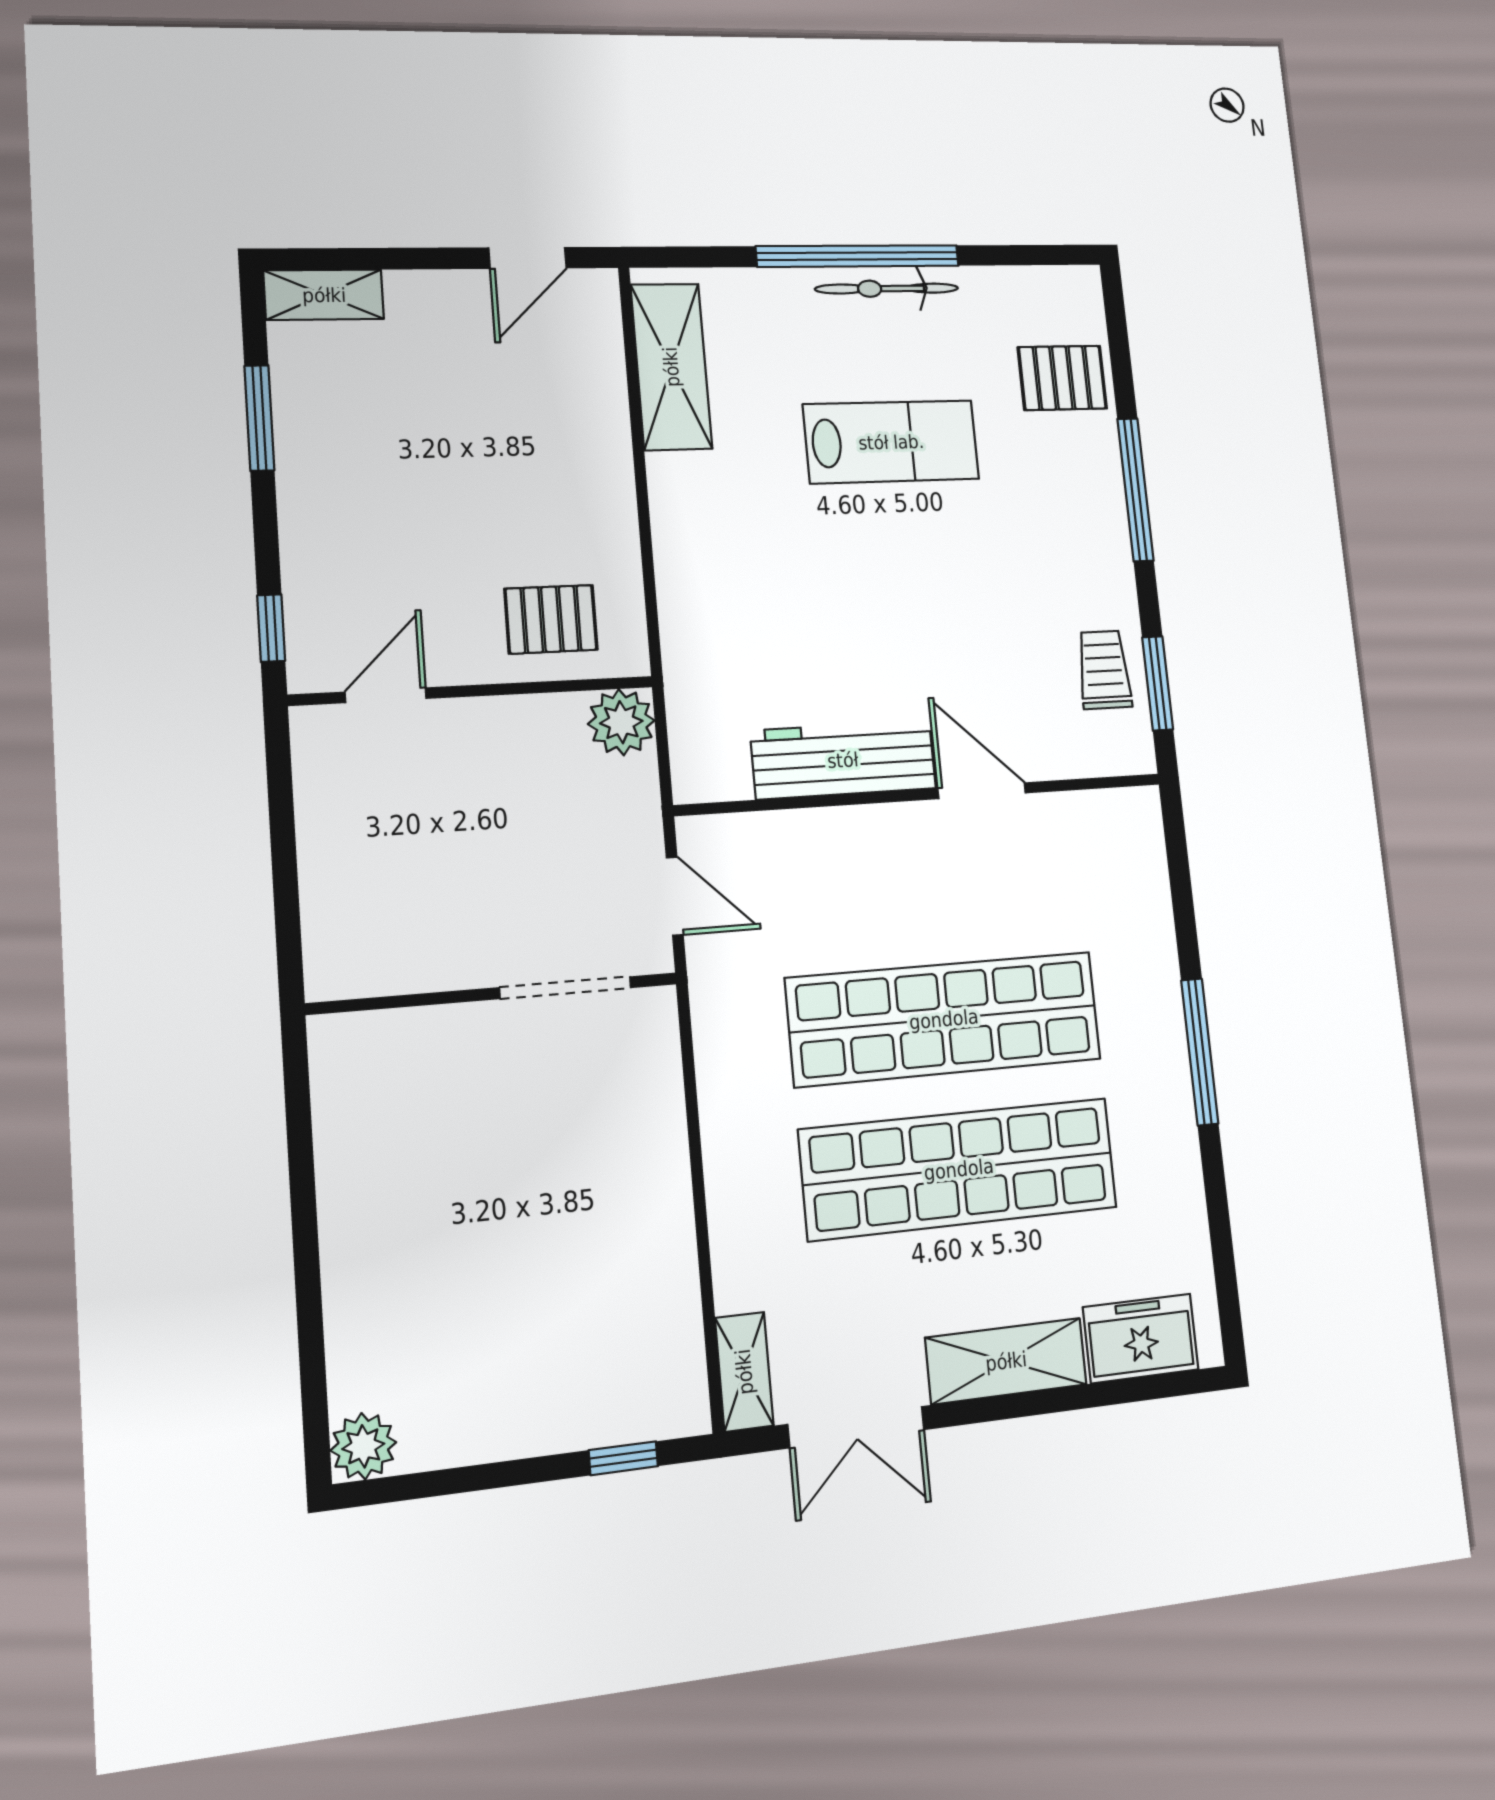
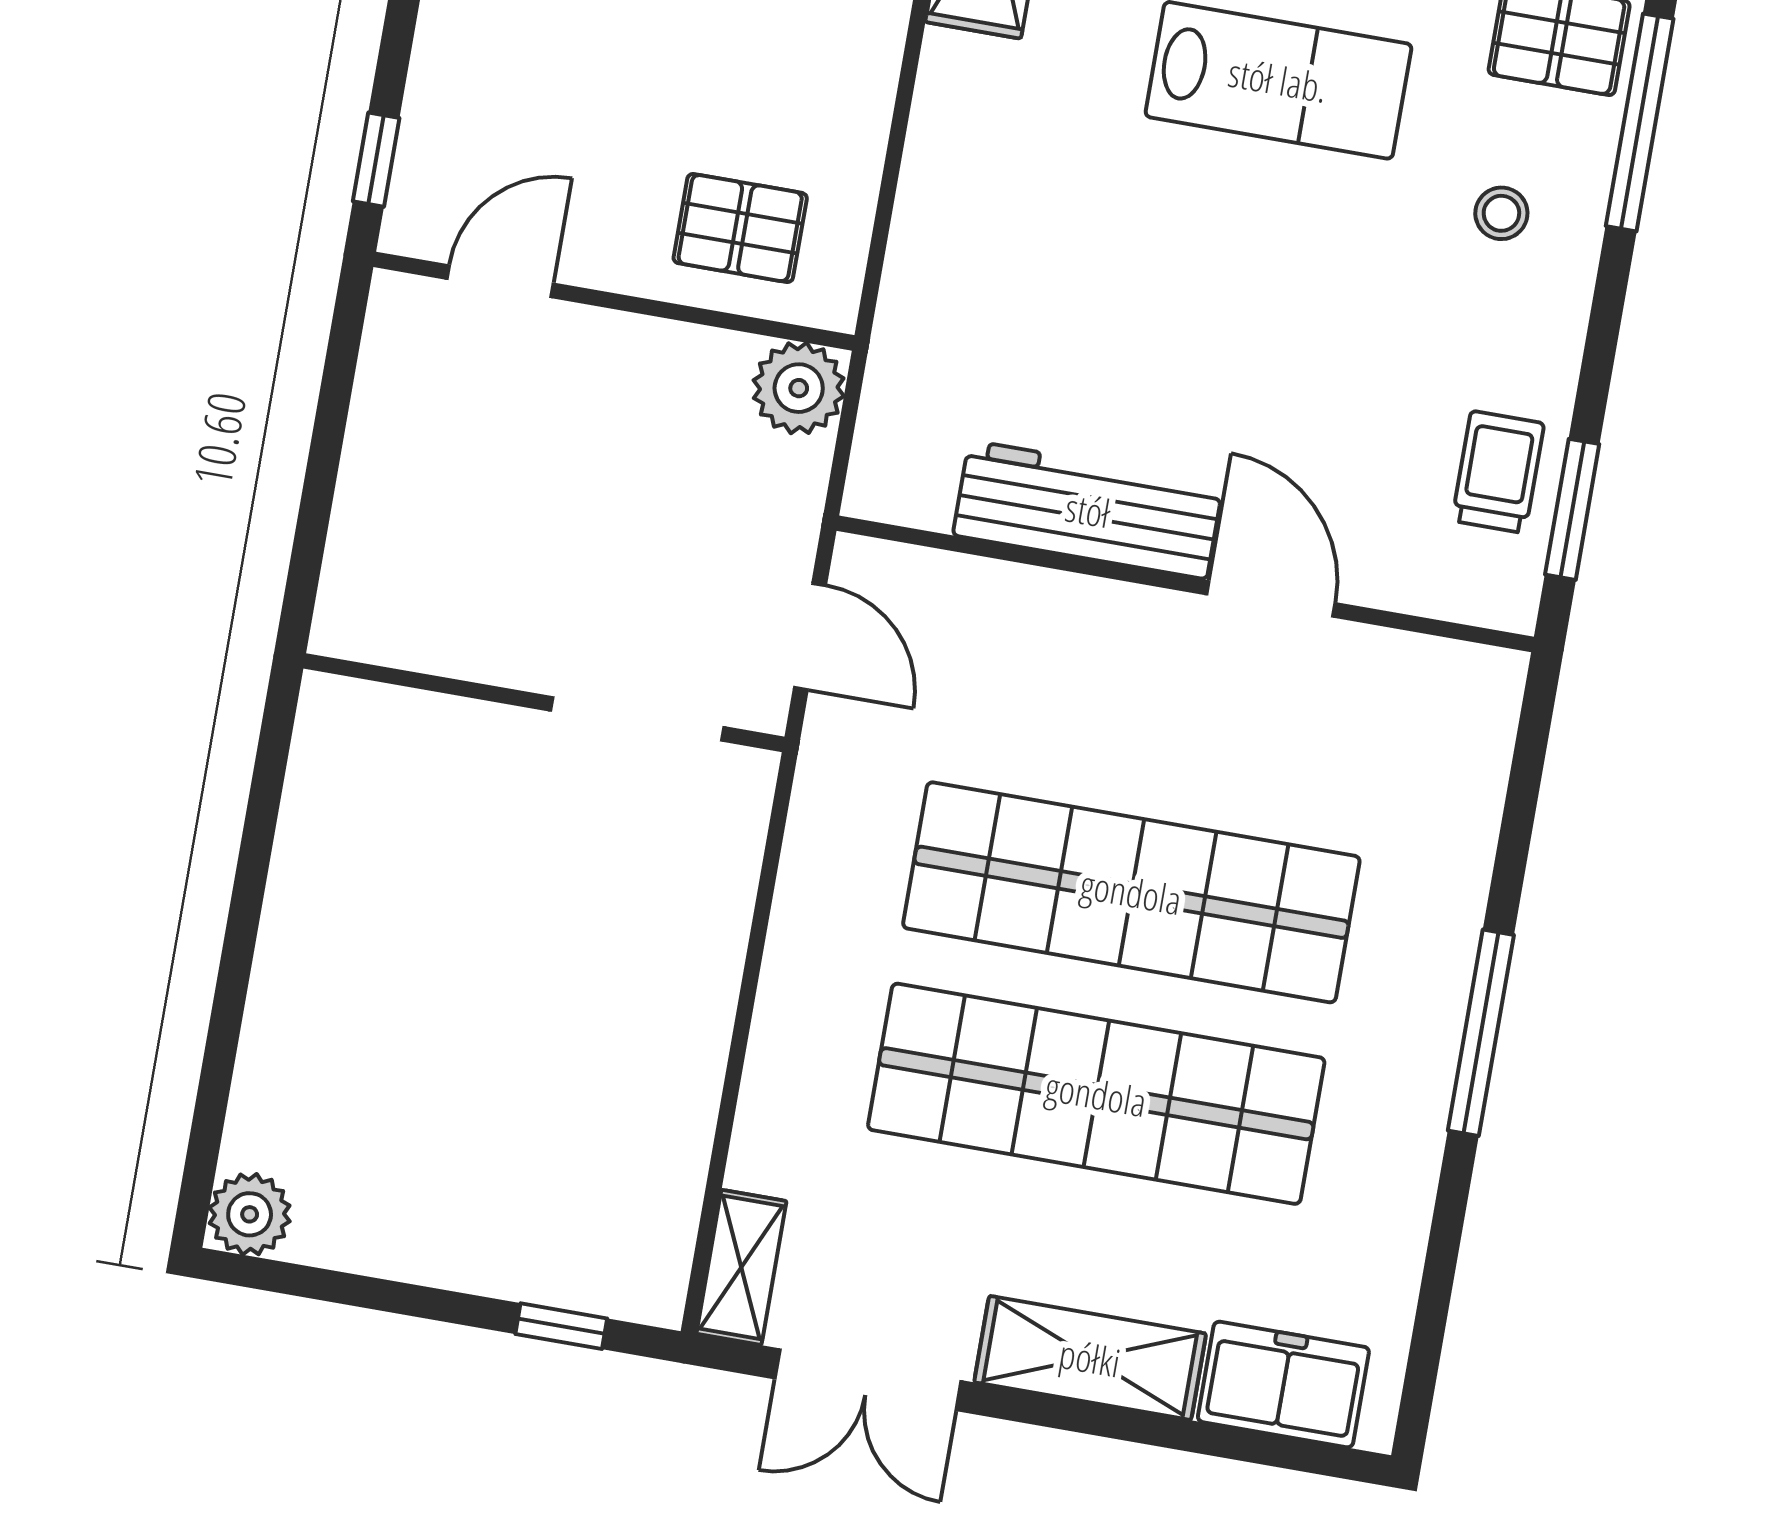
window: (1135, 490) -> (1640, 122), moved
stool: (1058, 499) -> (1501, 213), added

